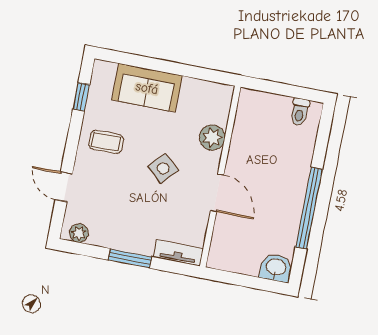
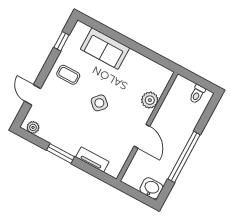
plant: (212, 138) -> (150, 100), moved
wall: (220, 177) -> (147, 126), moved
door: (217, 193) -> (142, 136), moved

